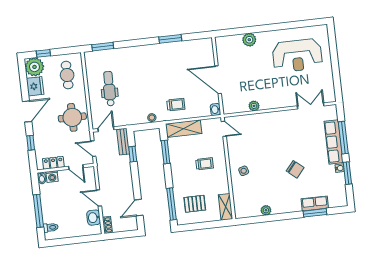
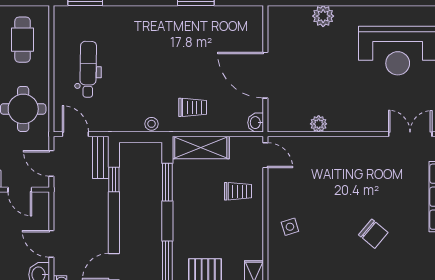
door: (106, 129) -> (75, 134), hinge flipped
trolley: (204, 164) -> (238, 191), moved

